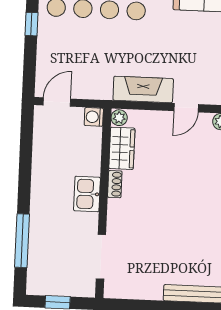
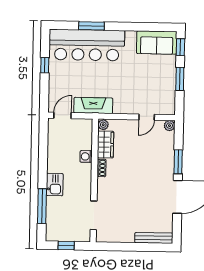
fireplace: (143, 89) -> (93, 105), moved
washing machine: (94, 117) -> (86, 156), moved
kitchen sink: (87, 194) -> (55, 185), moved, turned 180

